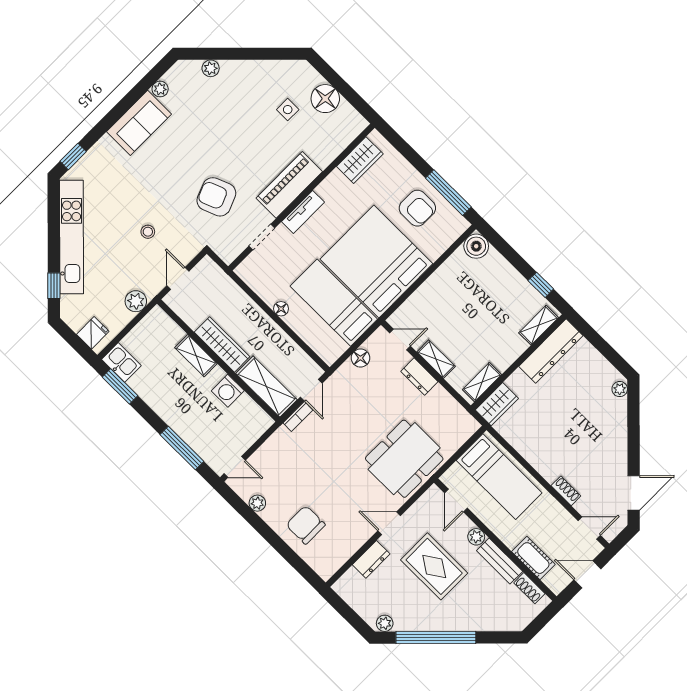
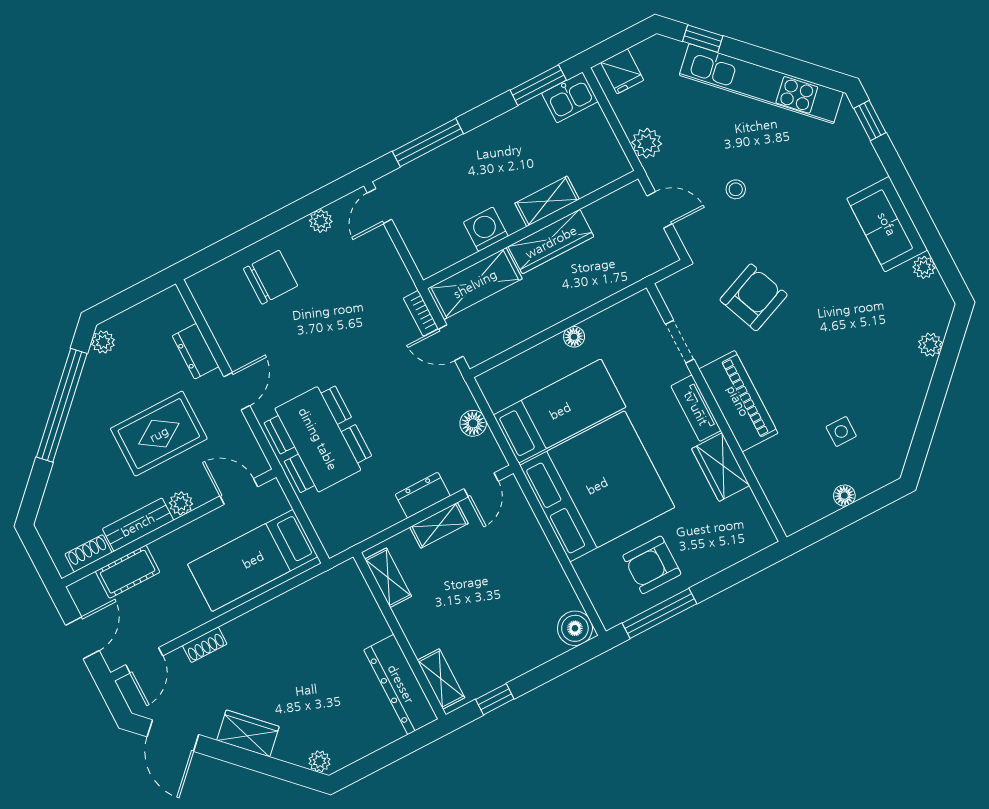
floor lamp: (325, 99) -> (844, 496), width x0.53, depth x0.53
wardrobe: (360, 160) -> (721, 467), moved
wardrobe: (497, 404) -> (248, 733), moved, turned 135

